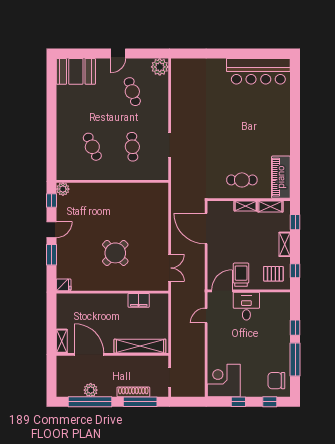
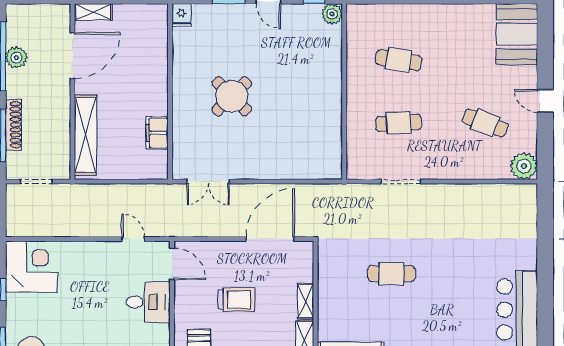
cafe table: (132, 92) -> (485, 123), turned 39
cafe table: (92, 147) -> (399, 60), turned 33
cafe table: (242, 180) -> (391, 274), moved, turned 90
trolley: (241, 275) -> (236, 300), moved

